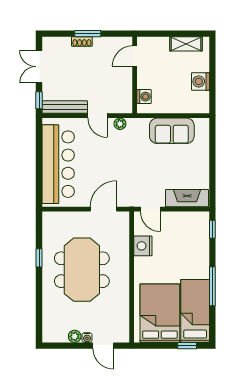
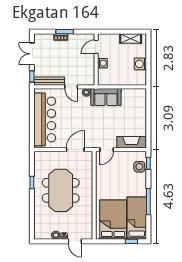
washing machine: (144, 97) -> (102, 63), moved
sofa: (172, 131) -> (106, 97), moved
door: (150, 209) -> (107, 150), hinge flipped
side table: (199, 234) -> (139, 167), added
nightstand: (143, 246) -> (102, 174), removed

